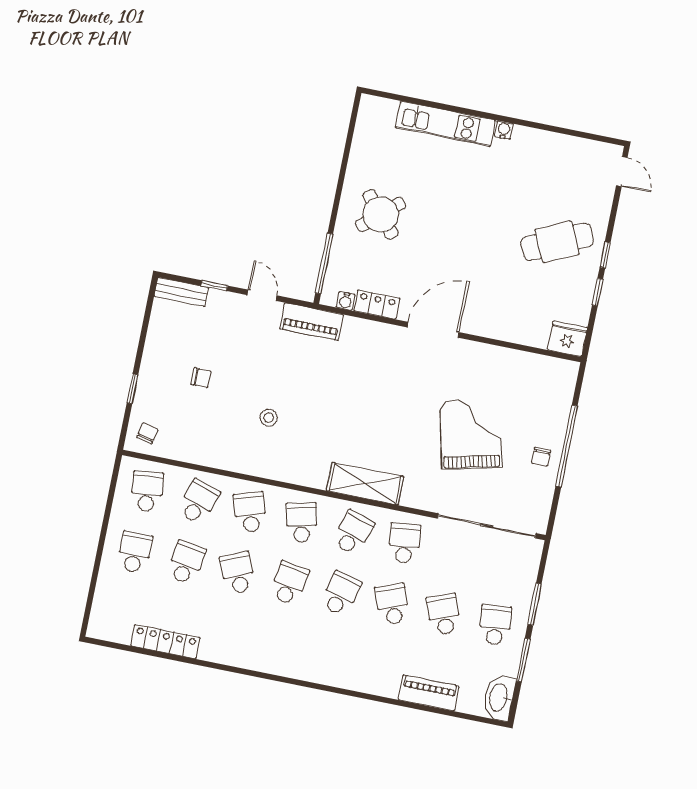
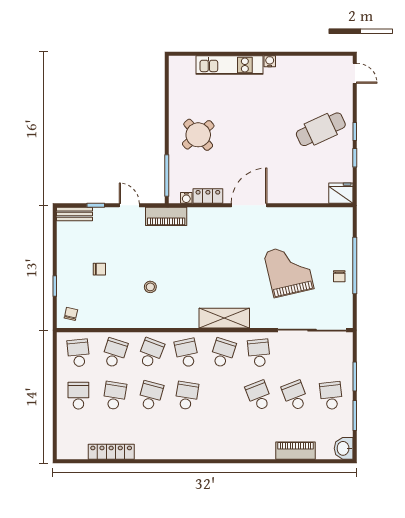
school desk: (250, 512) -> (151, 353), turned 39
school desk: (238, 573) -> (151, 396), turned 39
school desk: (341, 594) -> (223, 396), removed
washbasin: (499, 698) -> (344, 448), width x0.72

